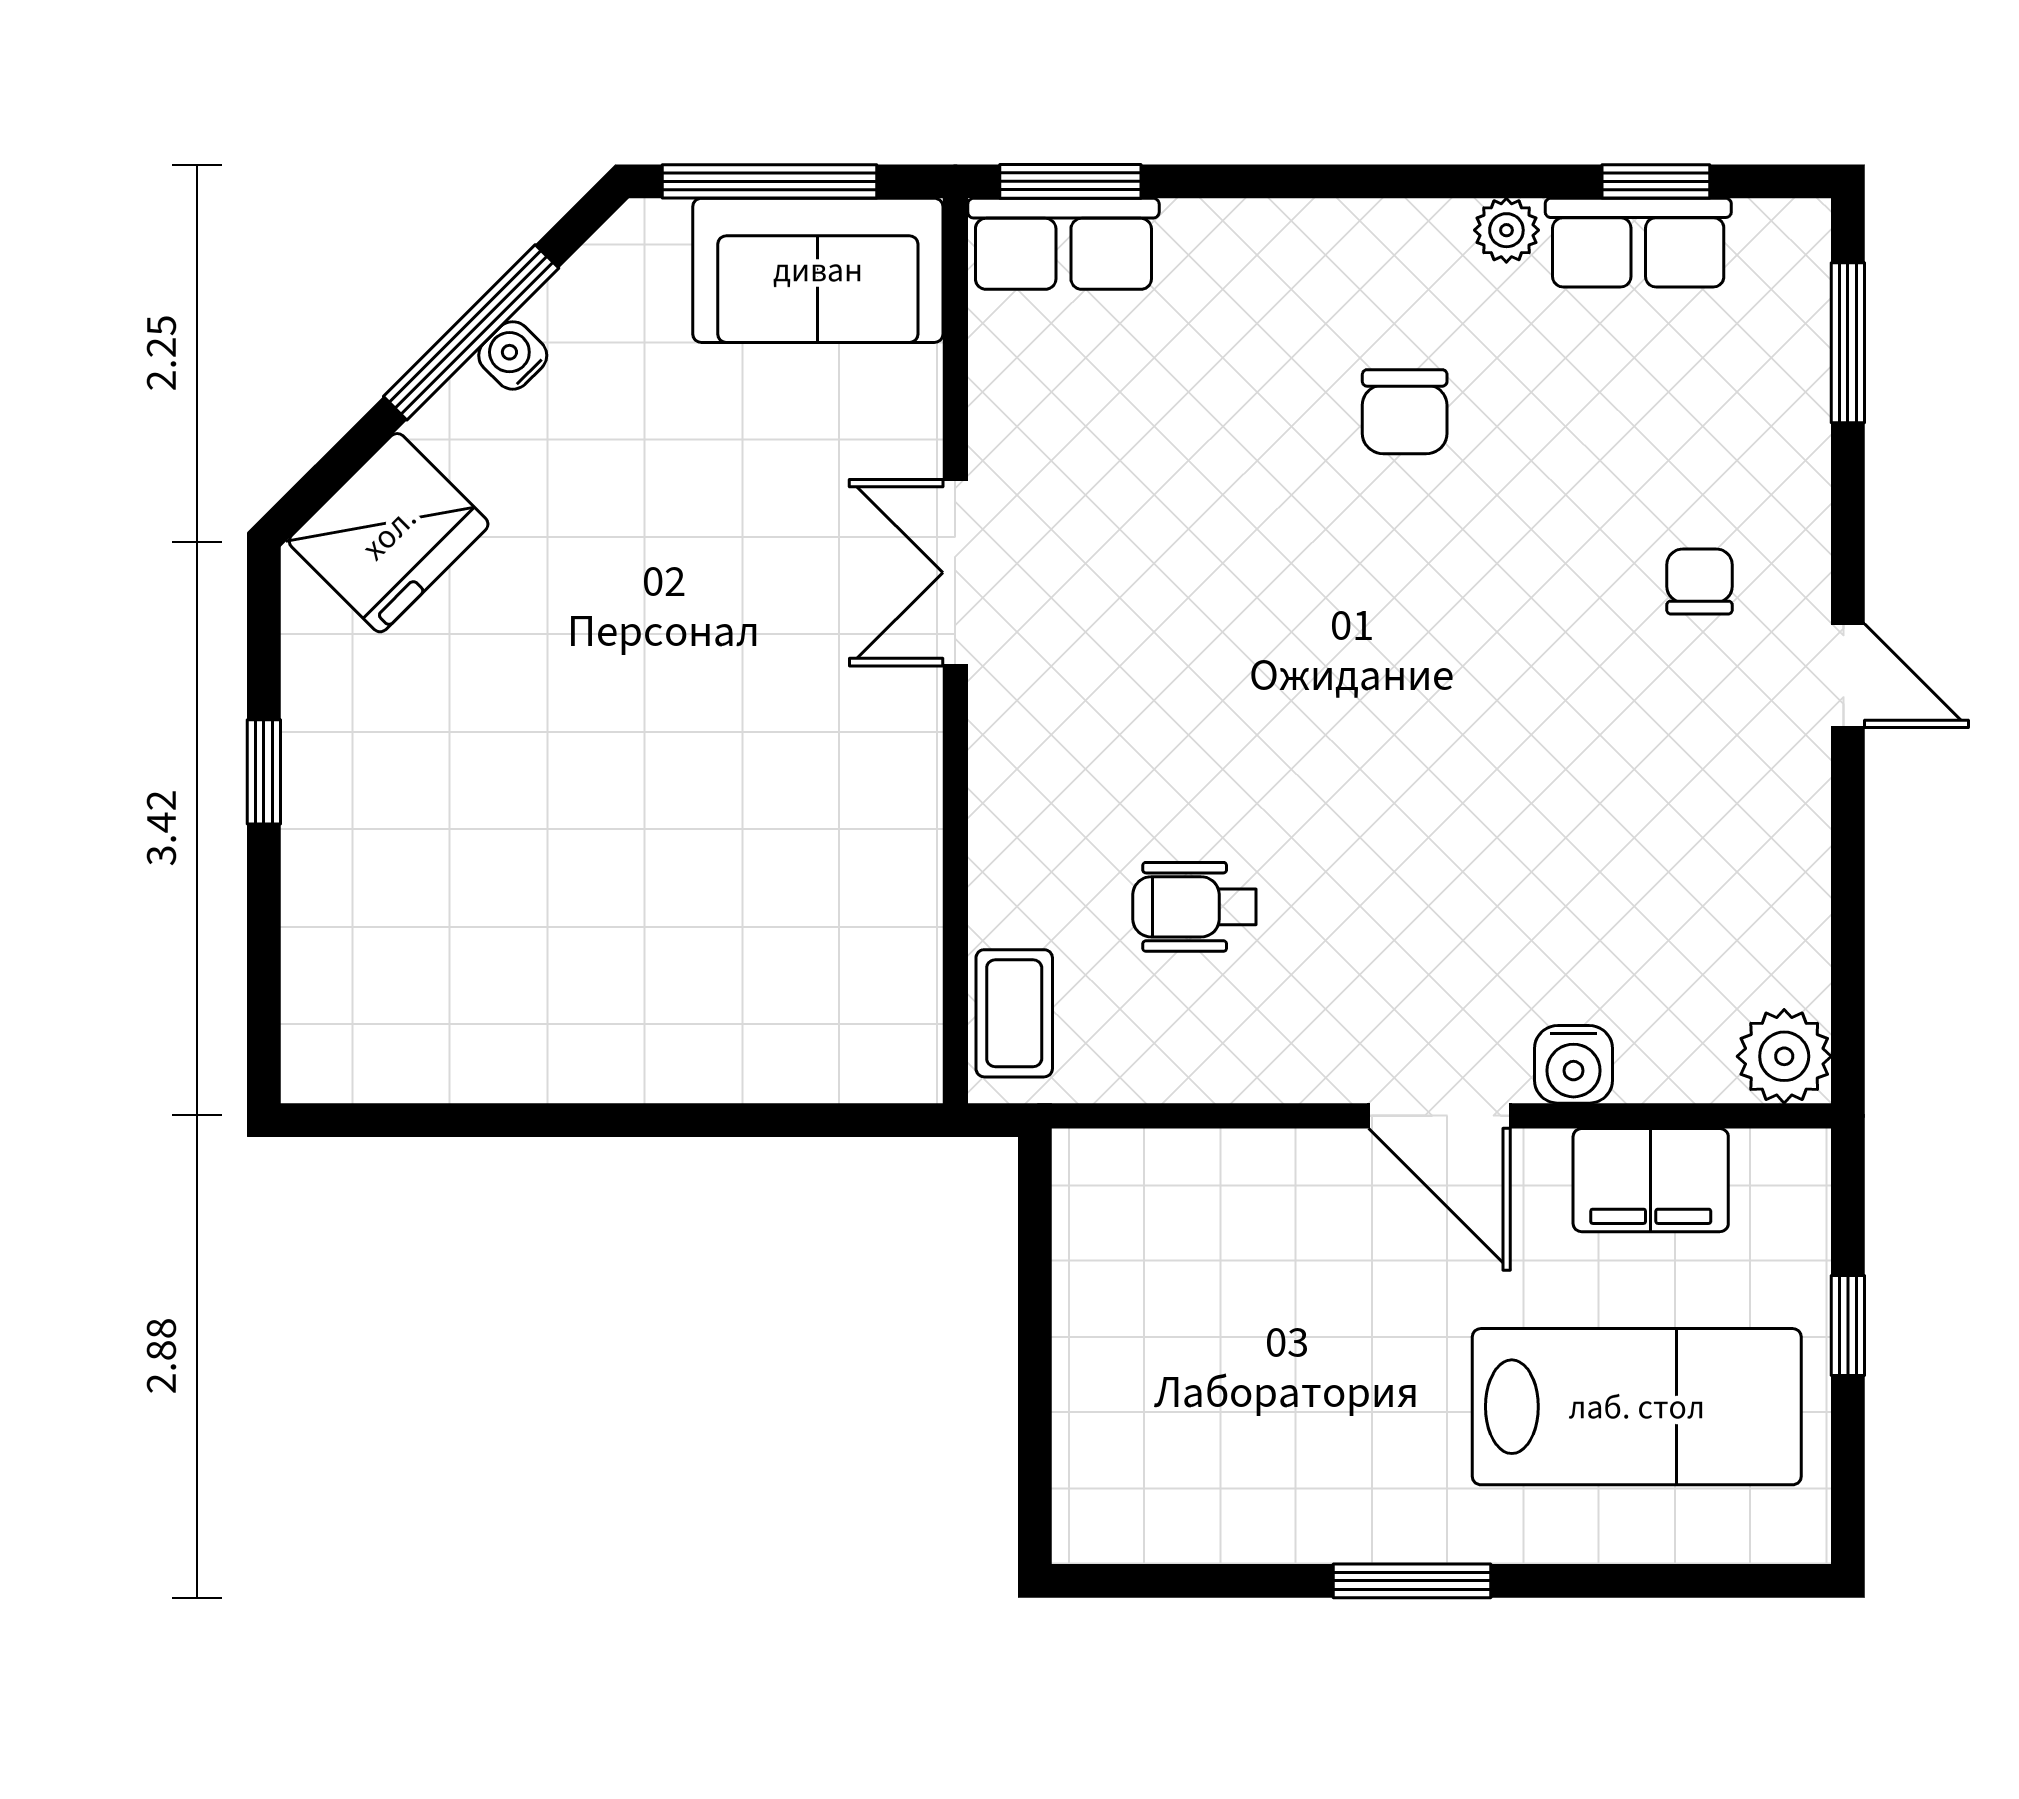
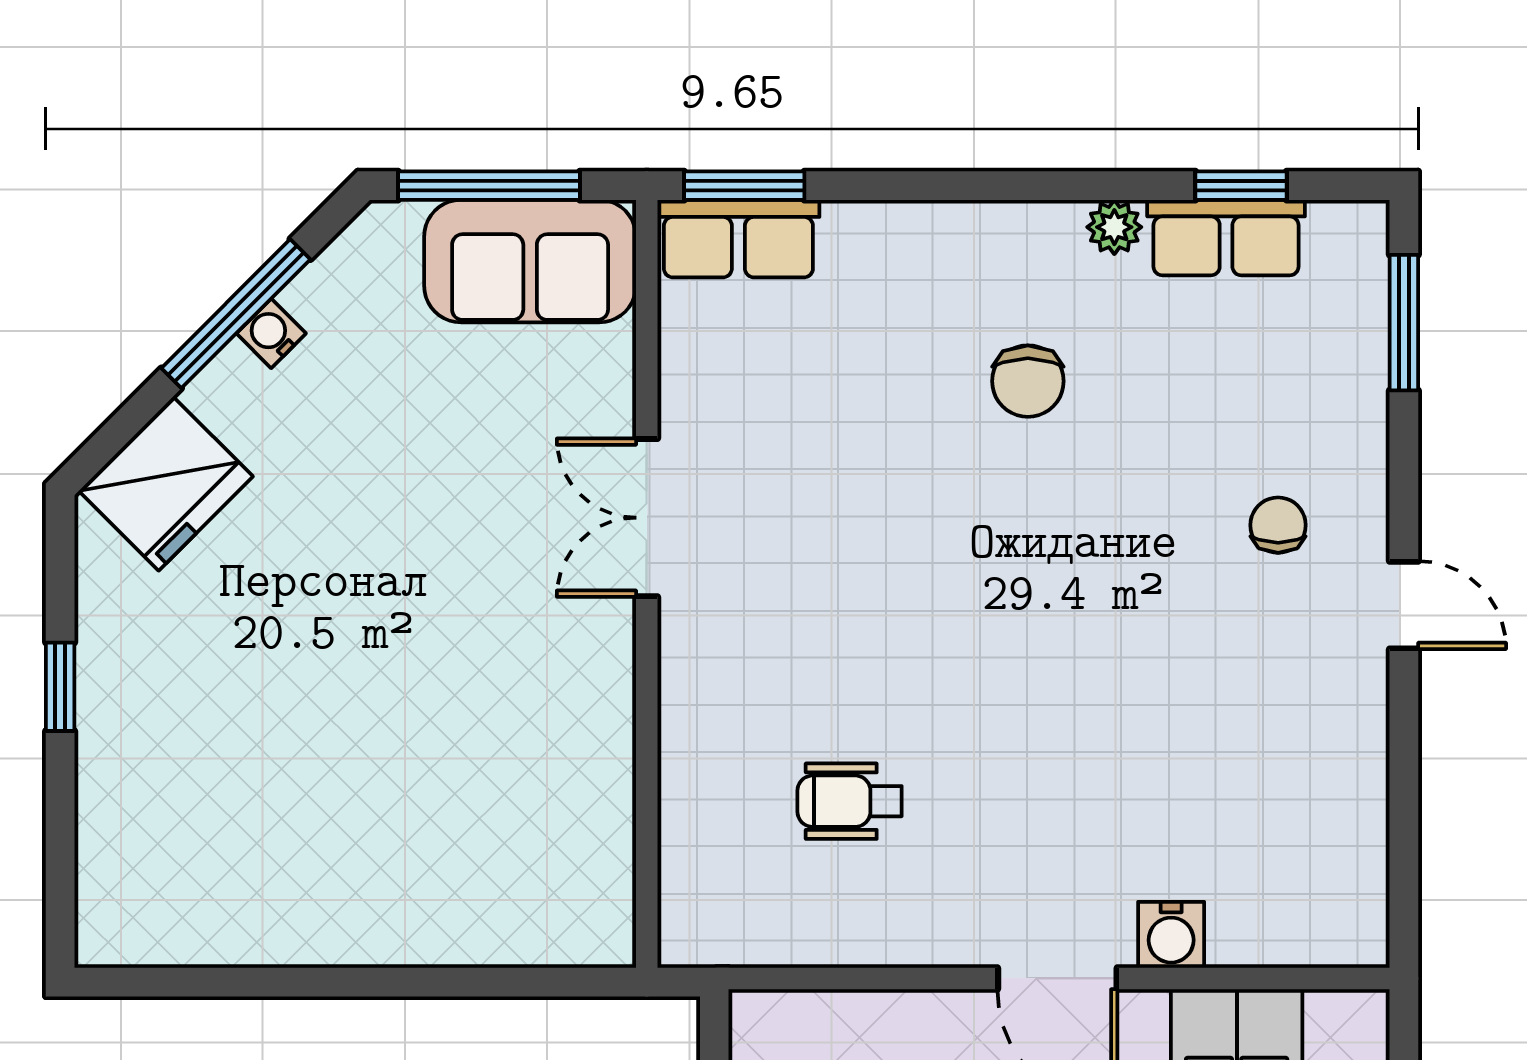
coffee table: (1014, 1013) -> (697, 891), removed
plant: (1784, 1056) -> (1350, 928), removed

